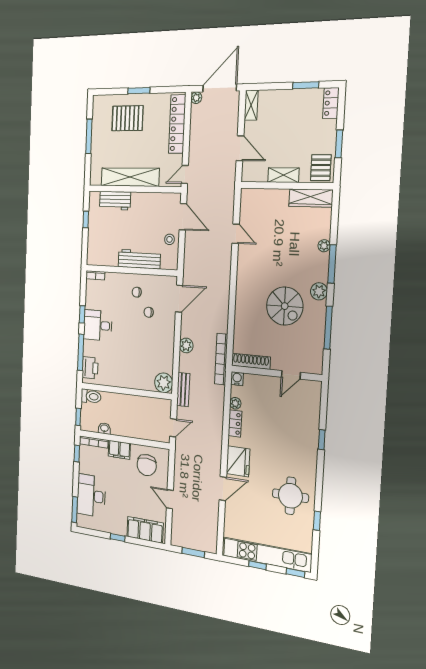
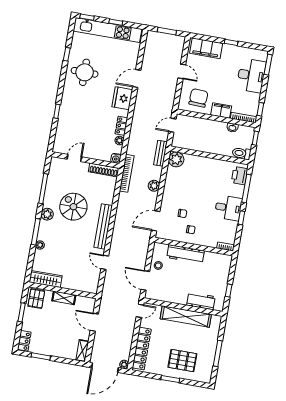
bench: (243, 283) -> (103, 226), added

